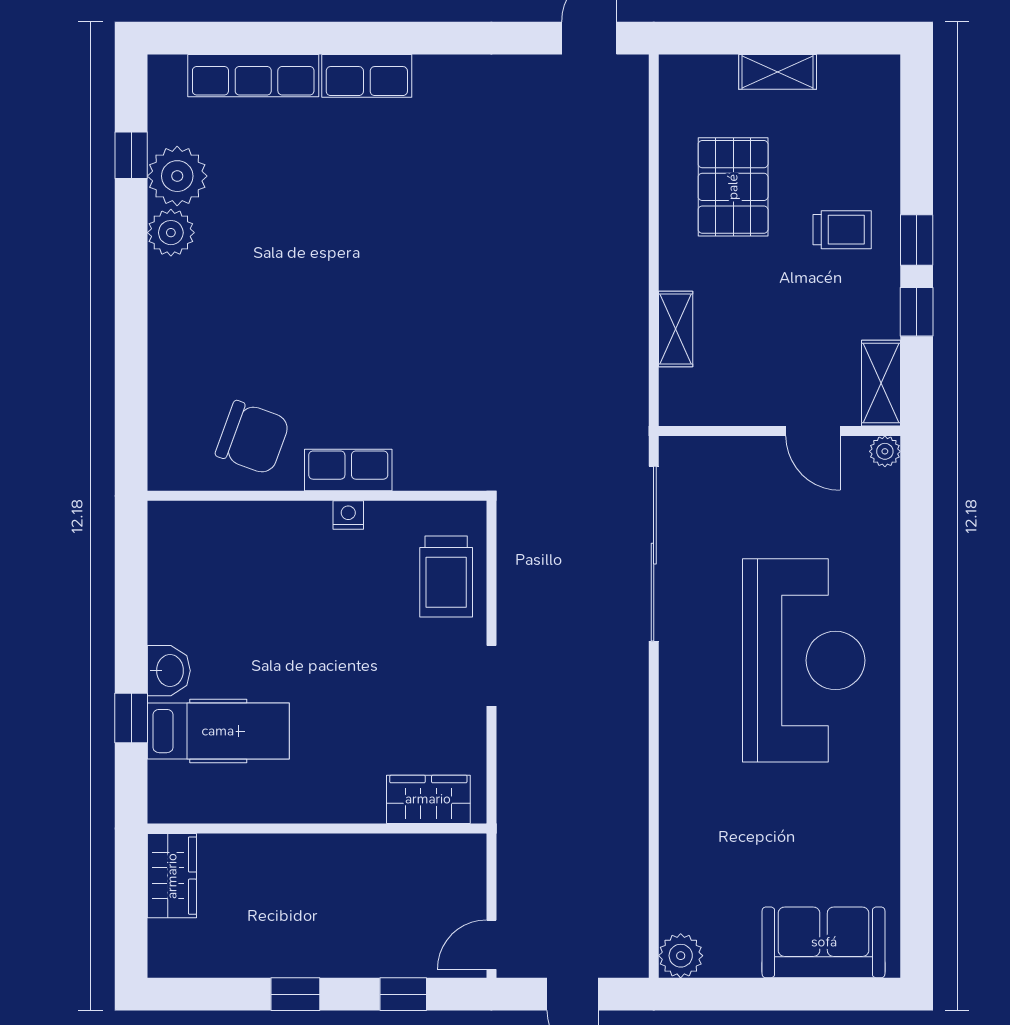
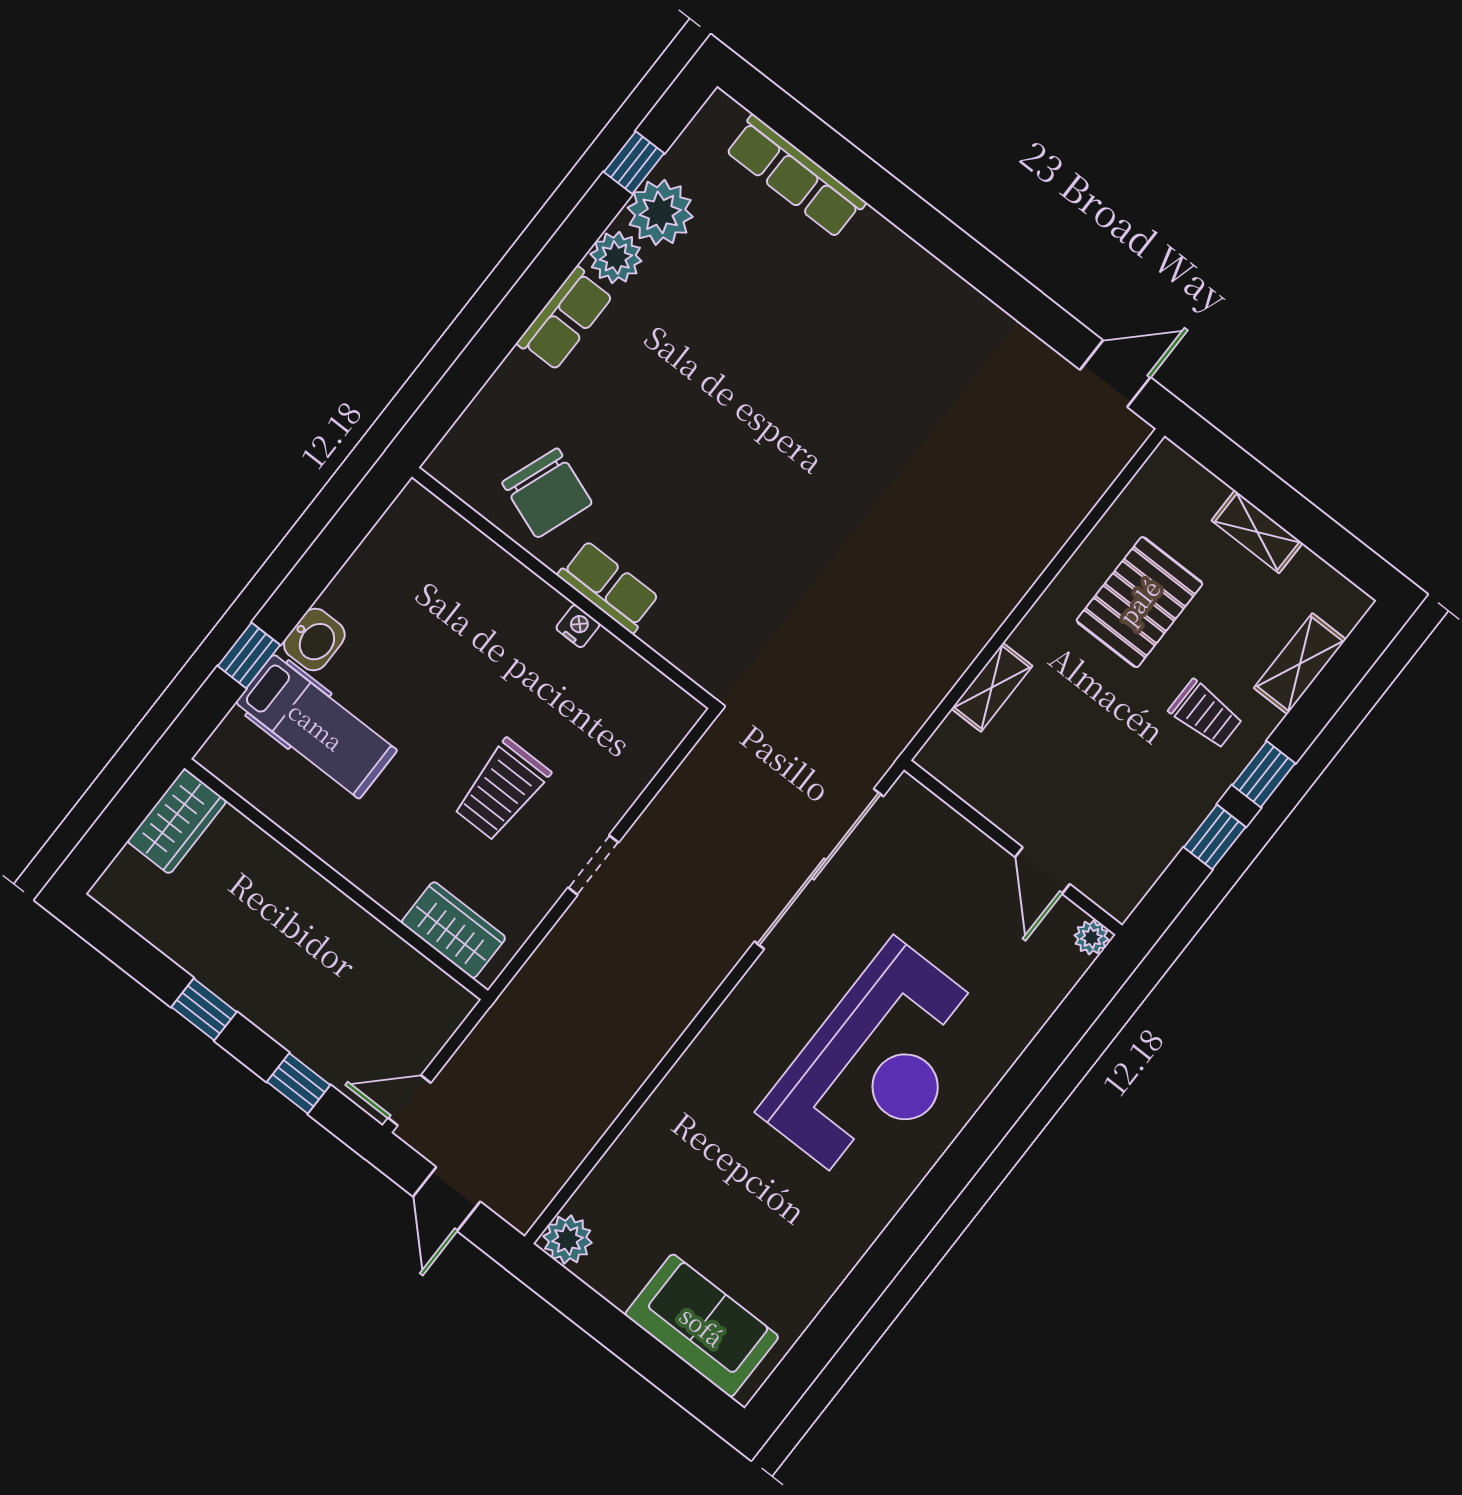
row of seats: (367, 76) -> (565, 319), moved, turned -90
shelving: (881, 383) -> (1300, 664), moved
trolley: (446, 577) -> (502, 790), moved

